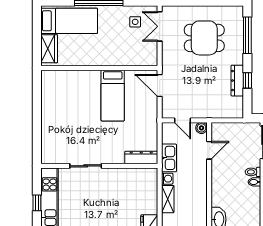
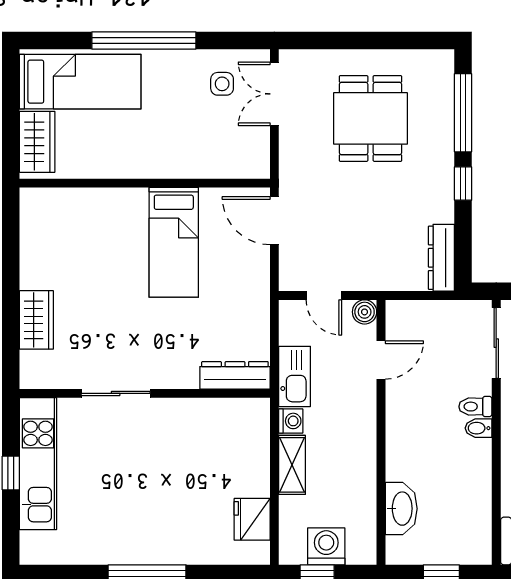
dining table: (204, 38) -> (371, 118), turned 90
window: (247, 80) -> (463, 184), moved
dresser: (237, 81) -> (441, 258), moved
wardrobe: (49, 132) -> (36, 320), added

